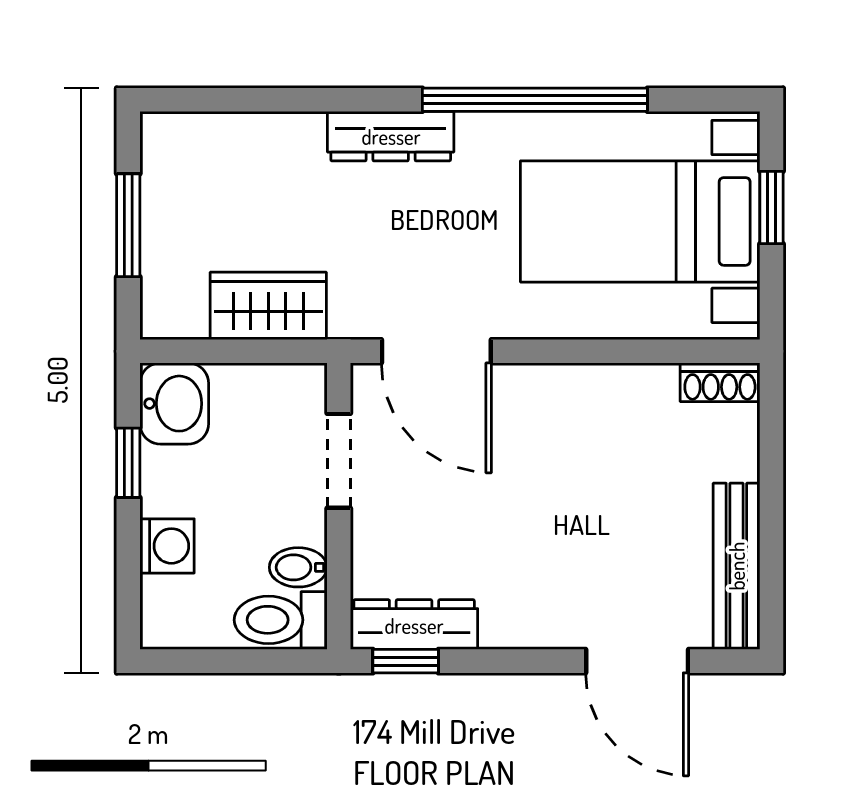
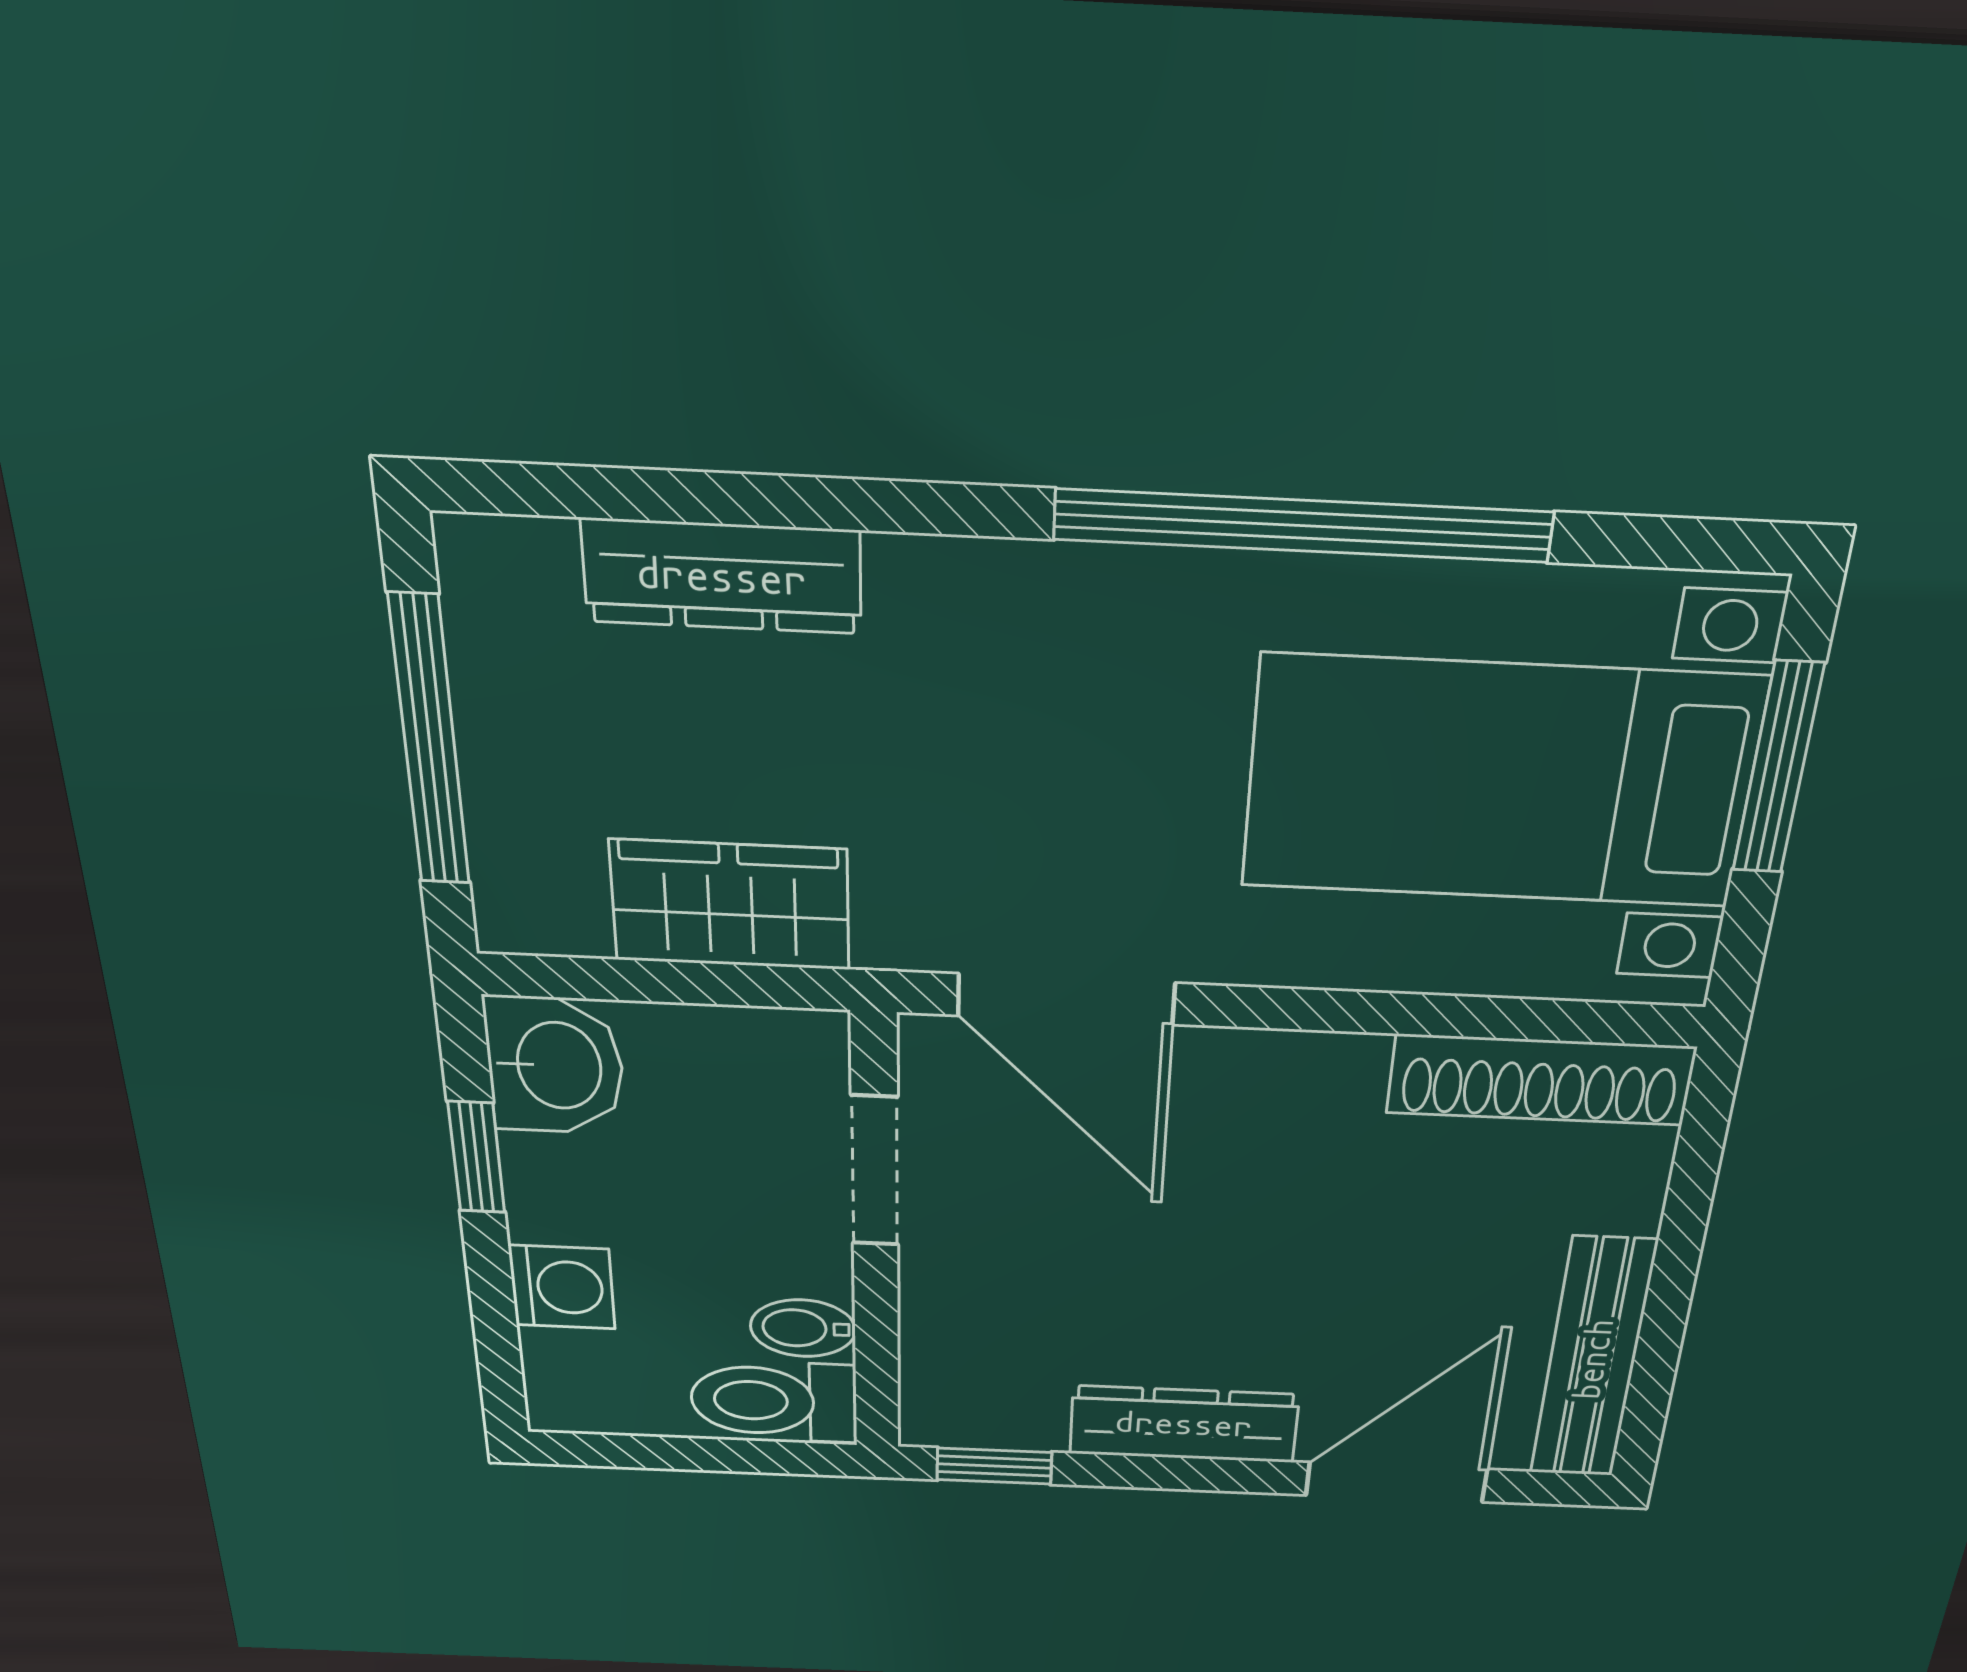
dresser: (391, 136) -> (722, 576), moved
window: (771, 208) -> (1778, 768), width x1.50
window: (128, 225) -> (429, 742), width x1.44
shoe rack: (720, 382) -> (1541, 1080), width x1.94, depth x1.24
dresser: (414, 625) -> (1184, 1424), moved
door: (637, 661) -> (1396, 1482), swing flipped

